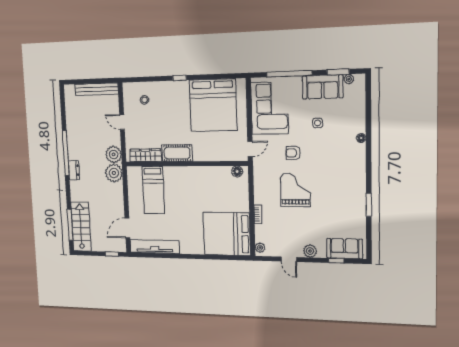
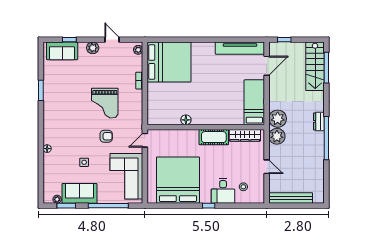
desk: (165, 95) -> (223, 191), added
floor lamp: (237, 171) -> (186, 120), moved
bed: (153, 190) -> (254, 102), moved

